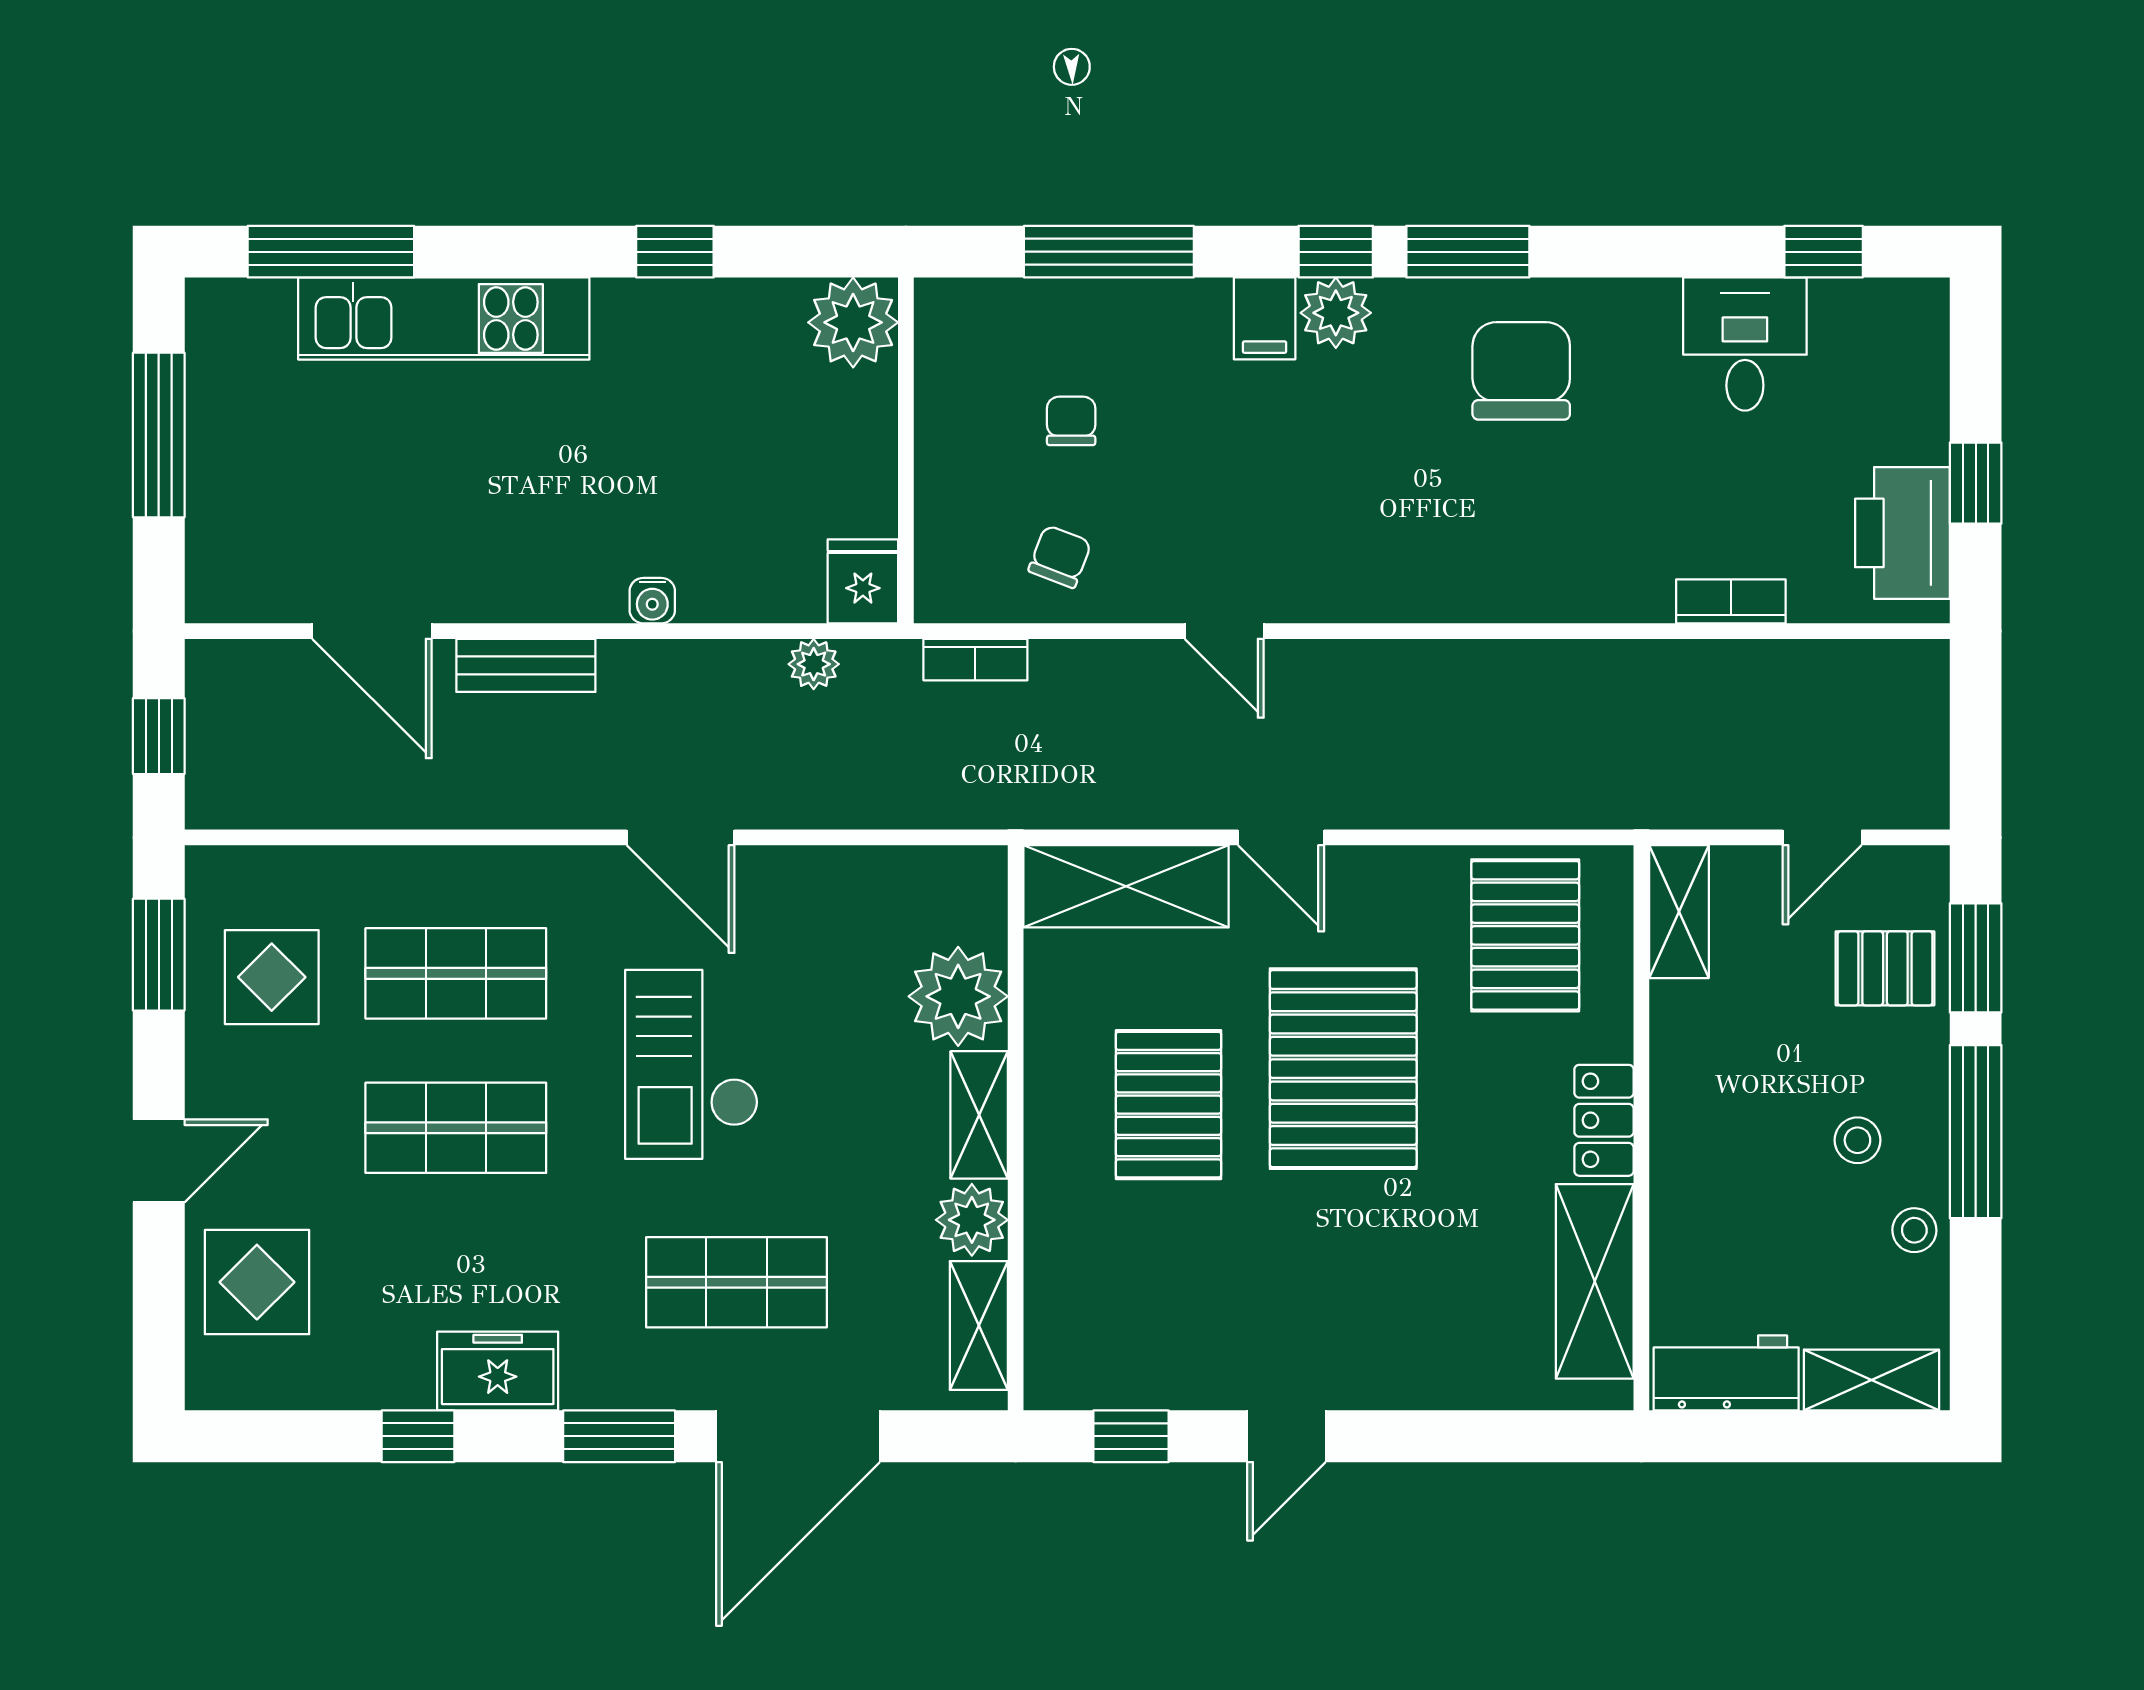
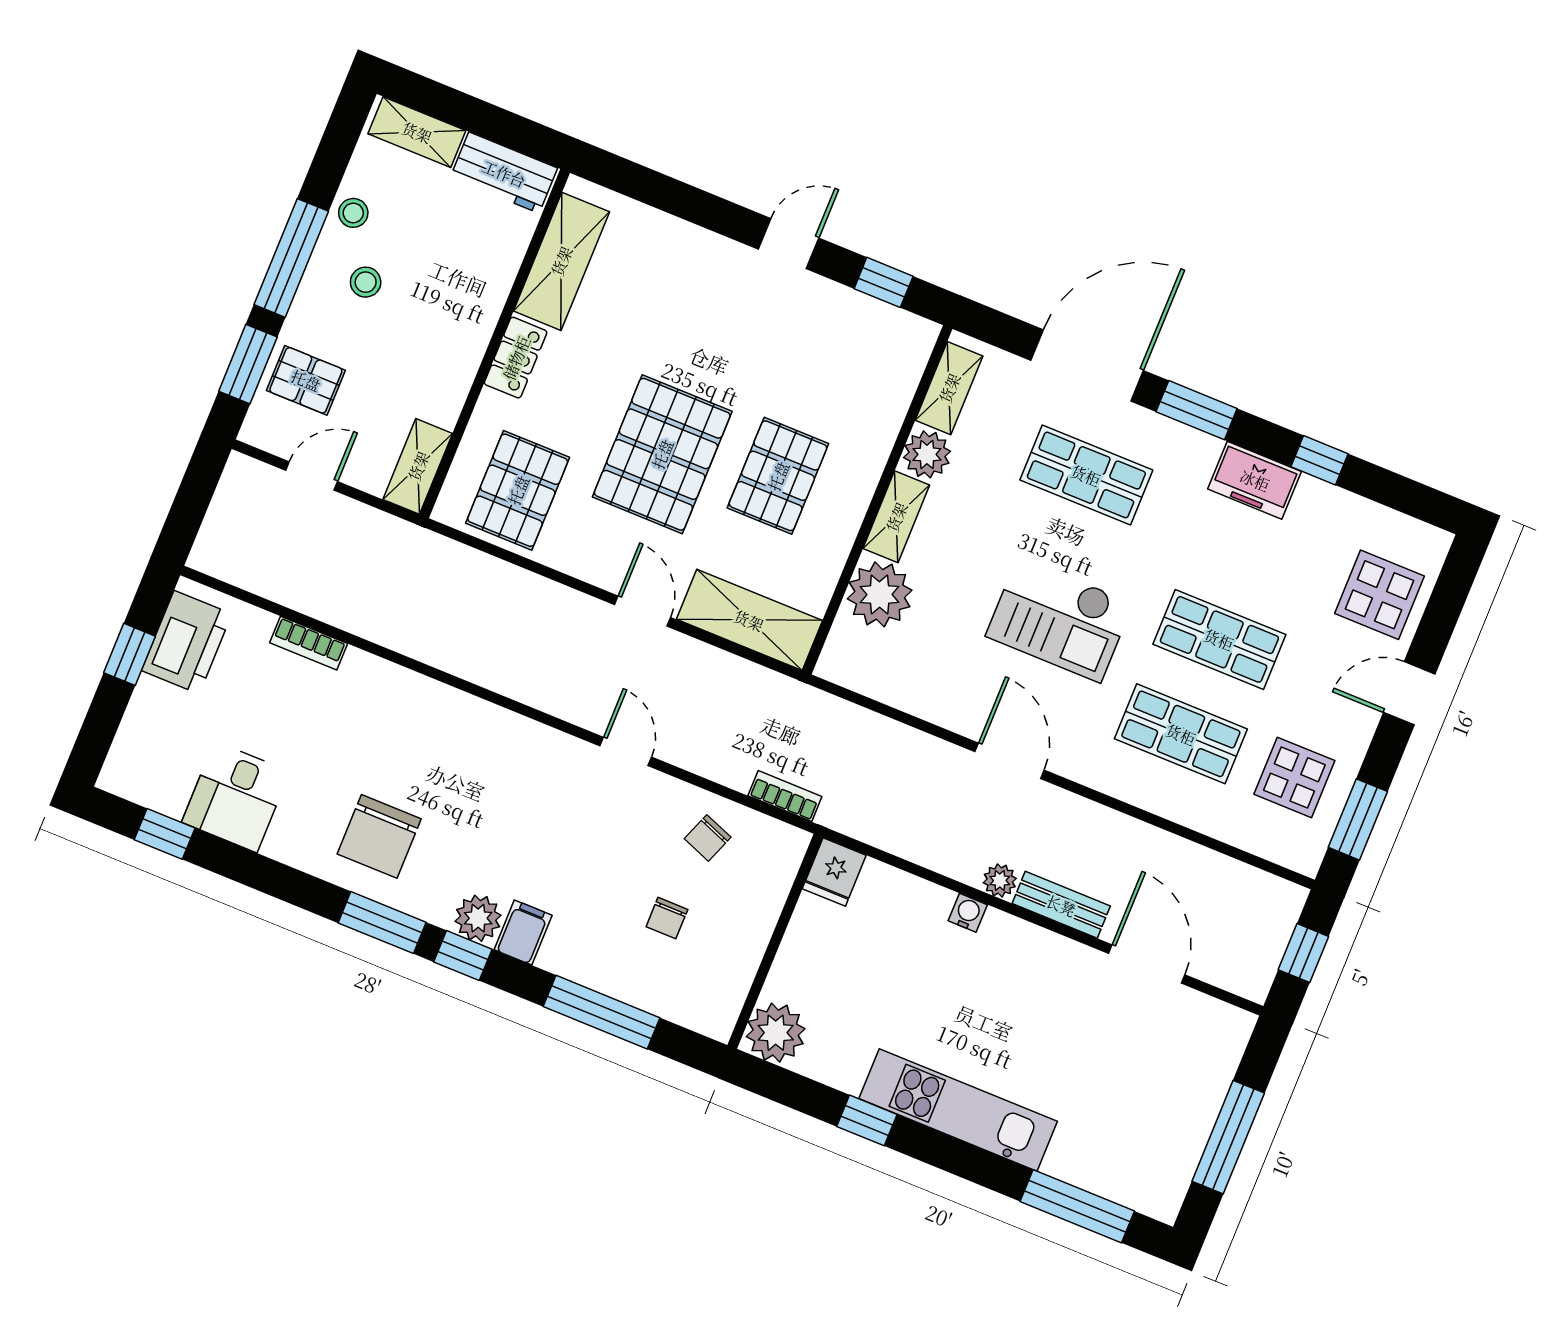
kitchen unit: (444, 319) -> (958, 1110), moved
plant: (814, 664) -> (1000, 881), moved
checkout: (692, 1064) -> (1059, 619), turned 90

